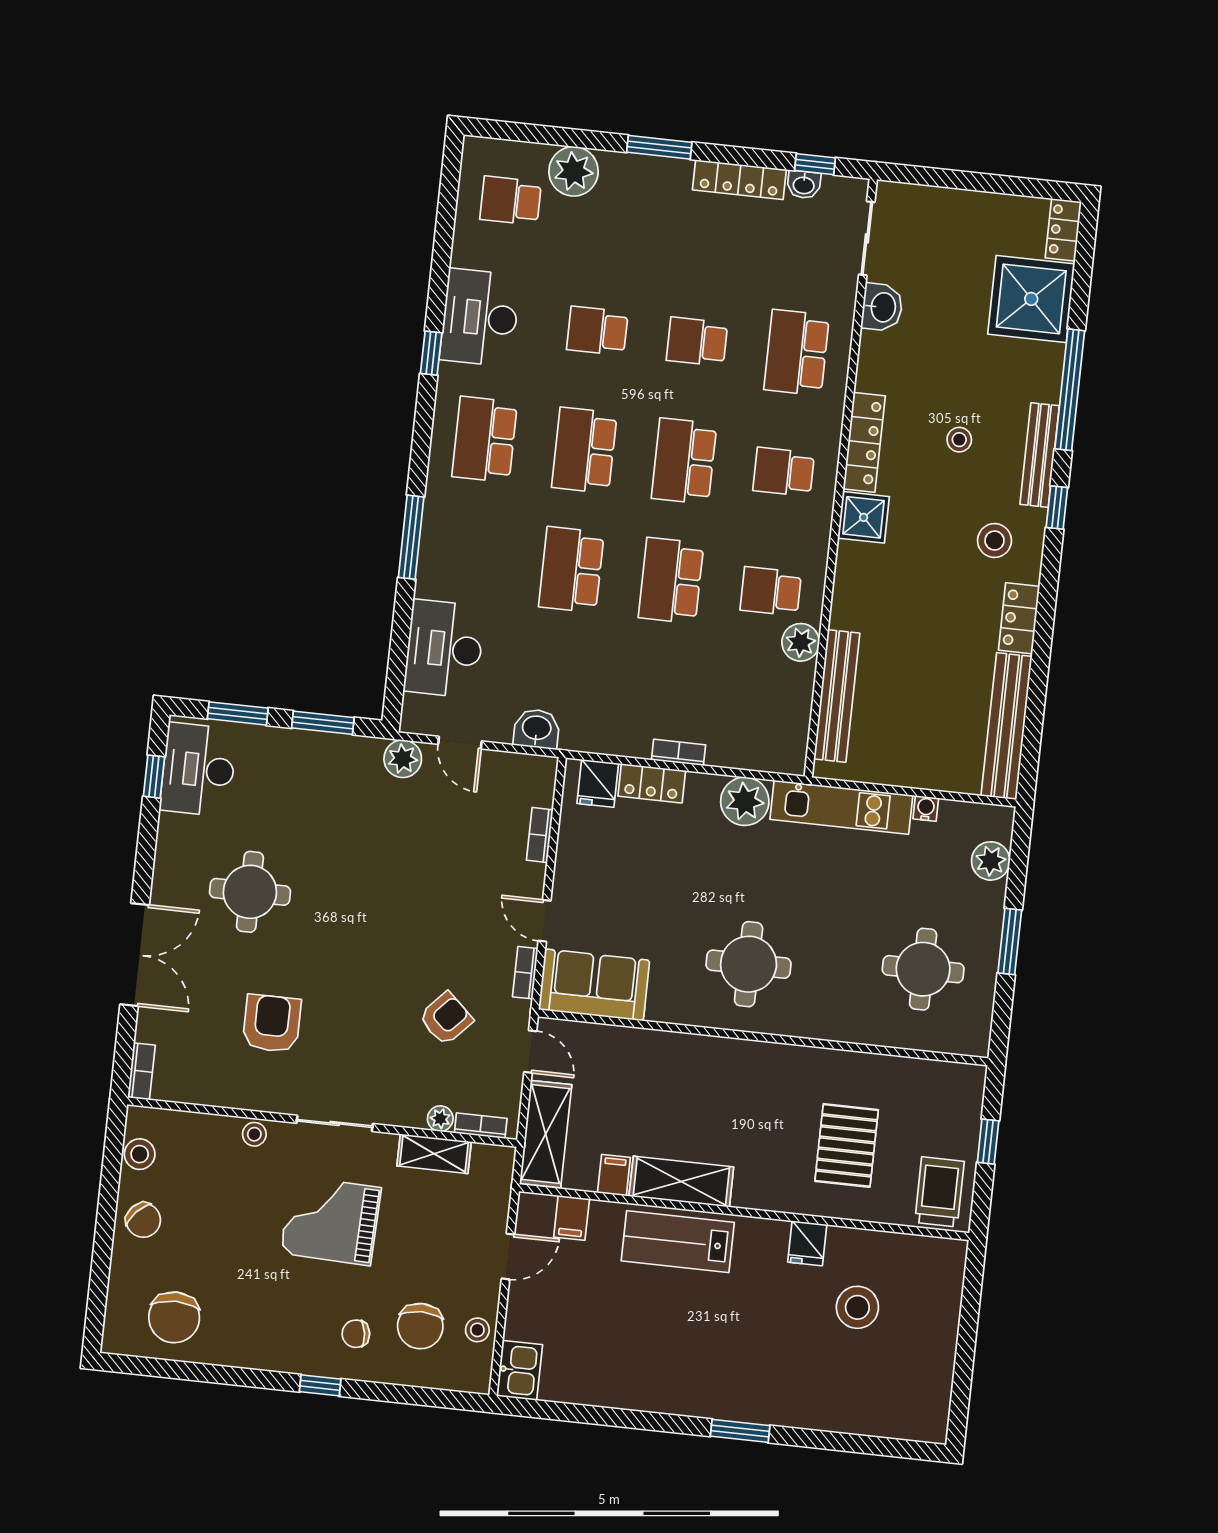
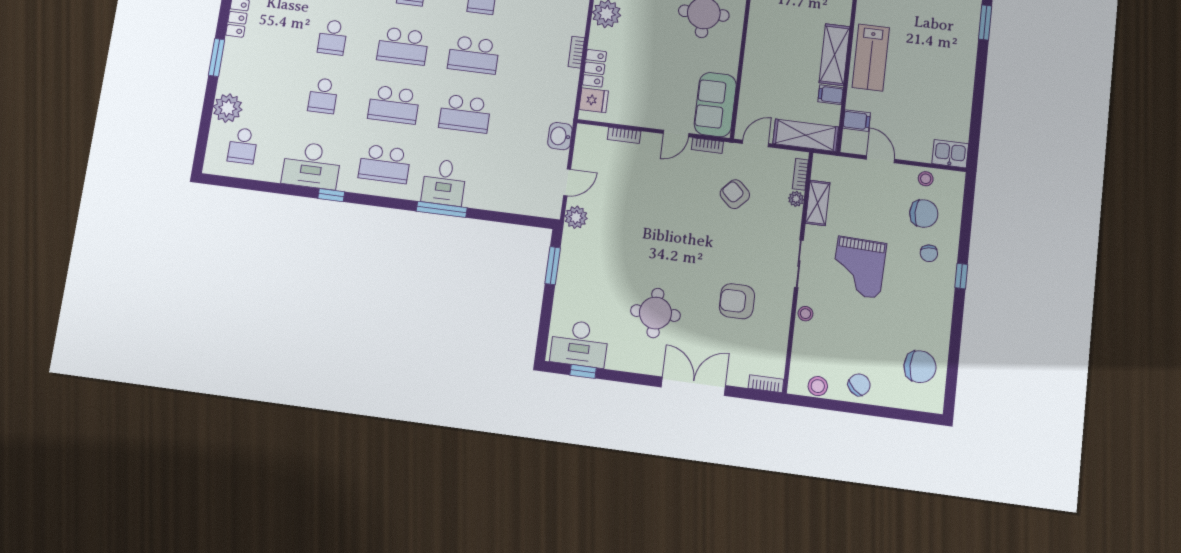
desk: (444, 649) -> (444, 182), moved, width x0.73
window: (238, 713) -> (546, 318), removed

